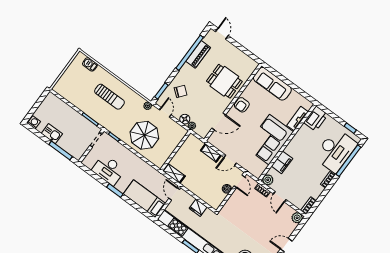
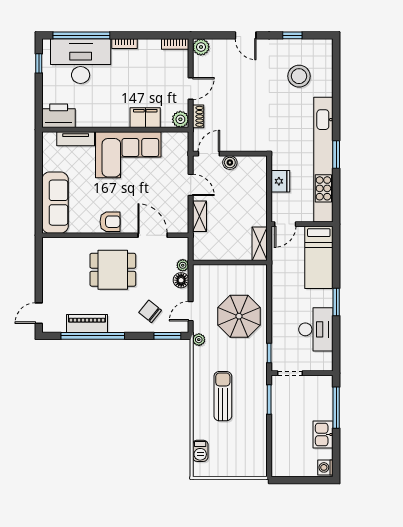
dining table: (224, 81) -> (113, 270), moved, turned 90

